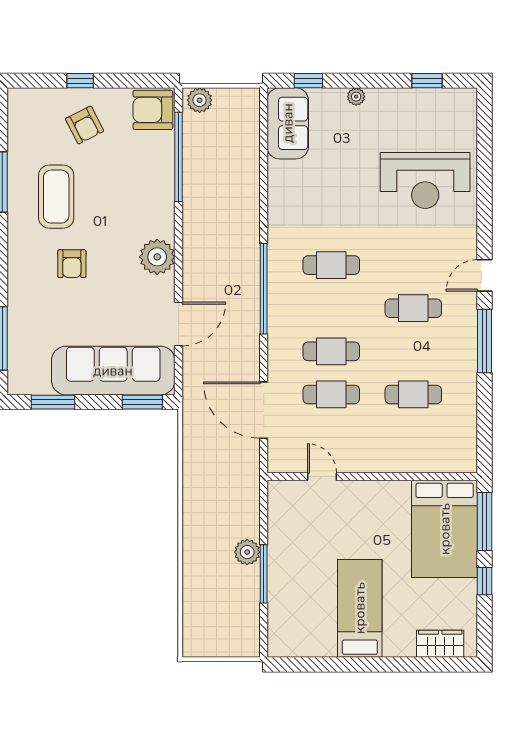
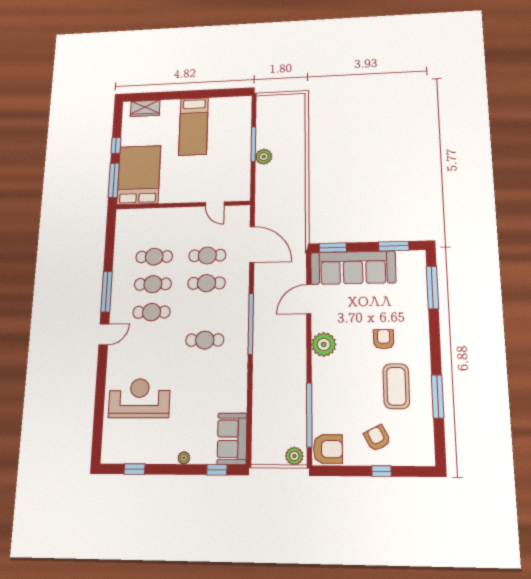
cafe table: (413, 351) -> (153, 284), added

